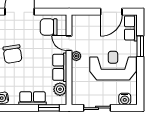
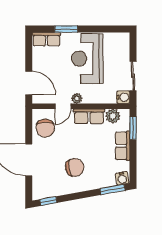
door: (111, 12) -> (29, 83), moved
water cooler: (125, 99) -> (123, 97), moved

